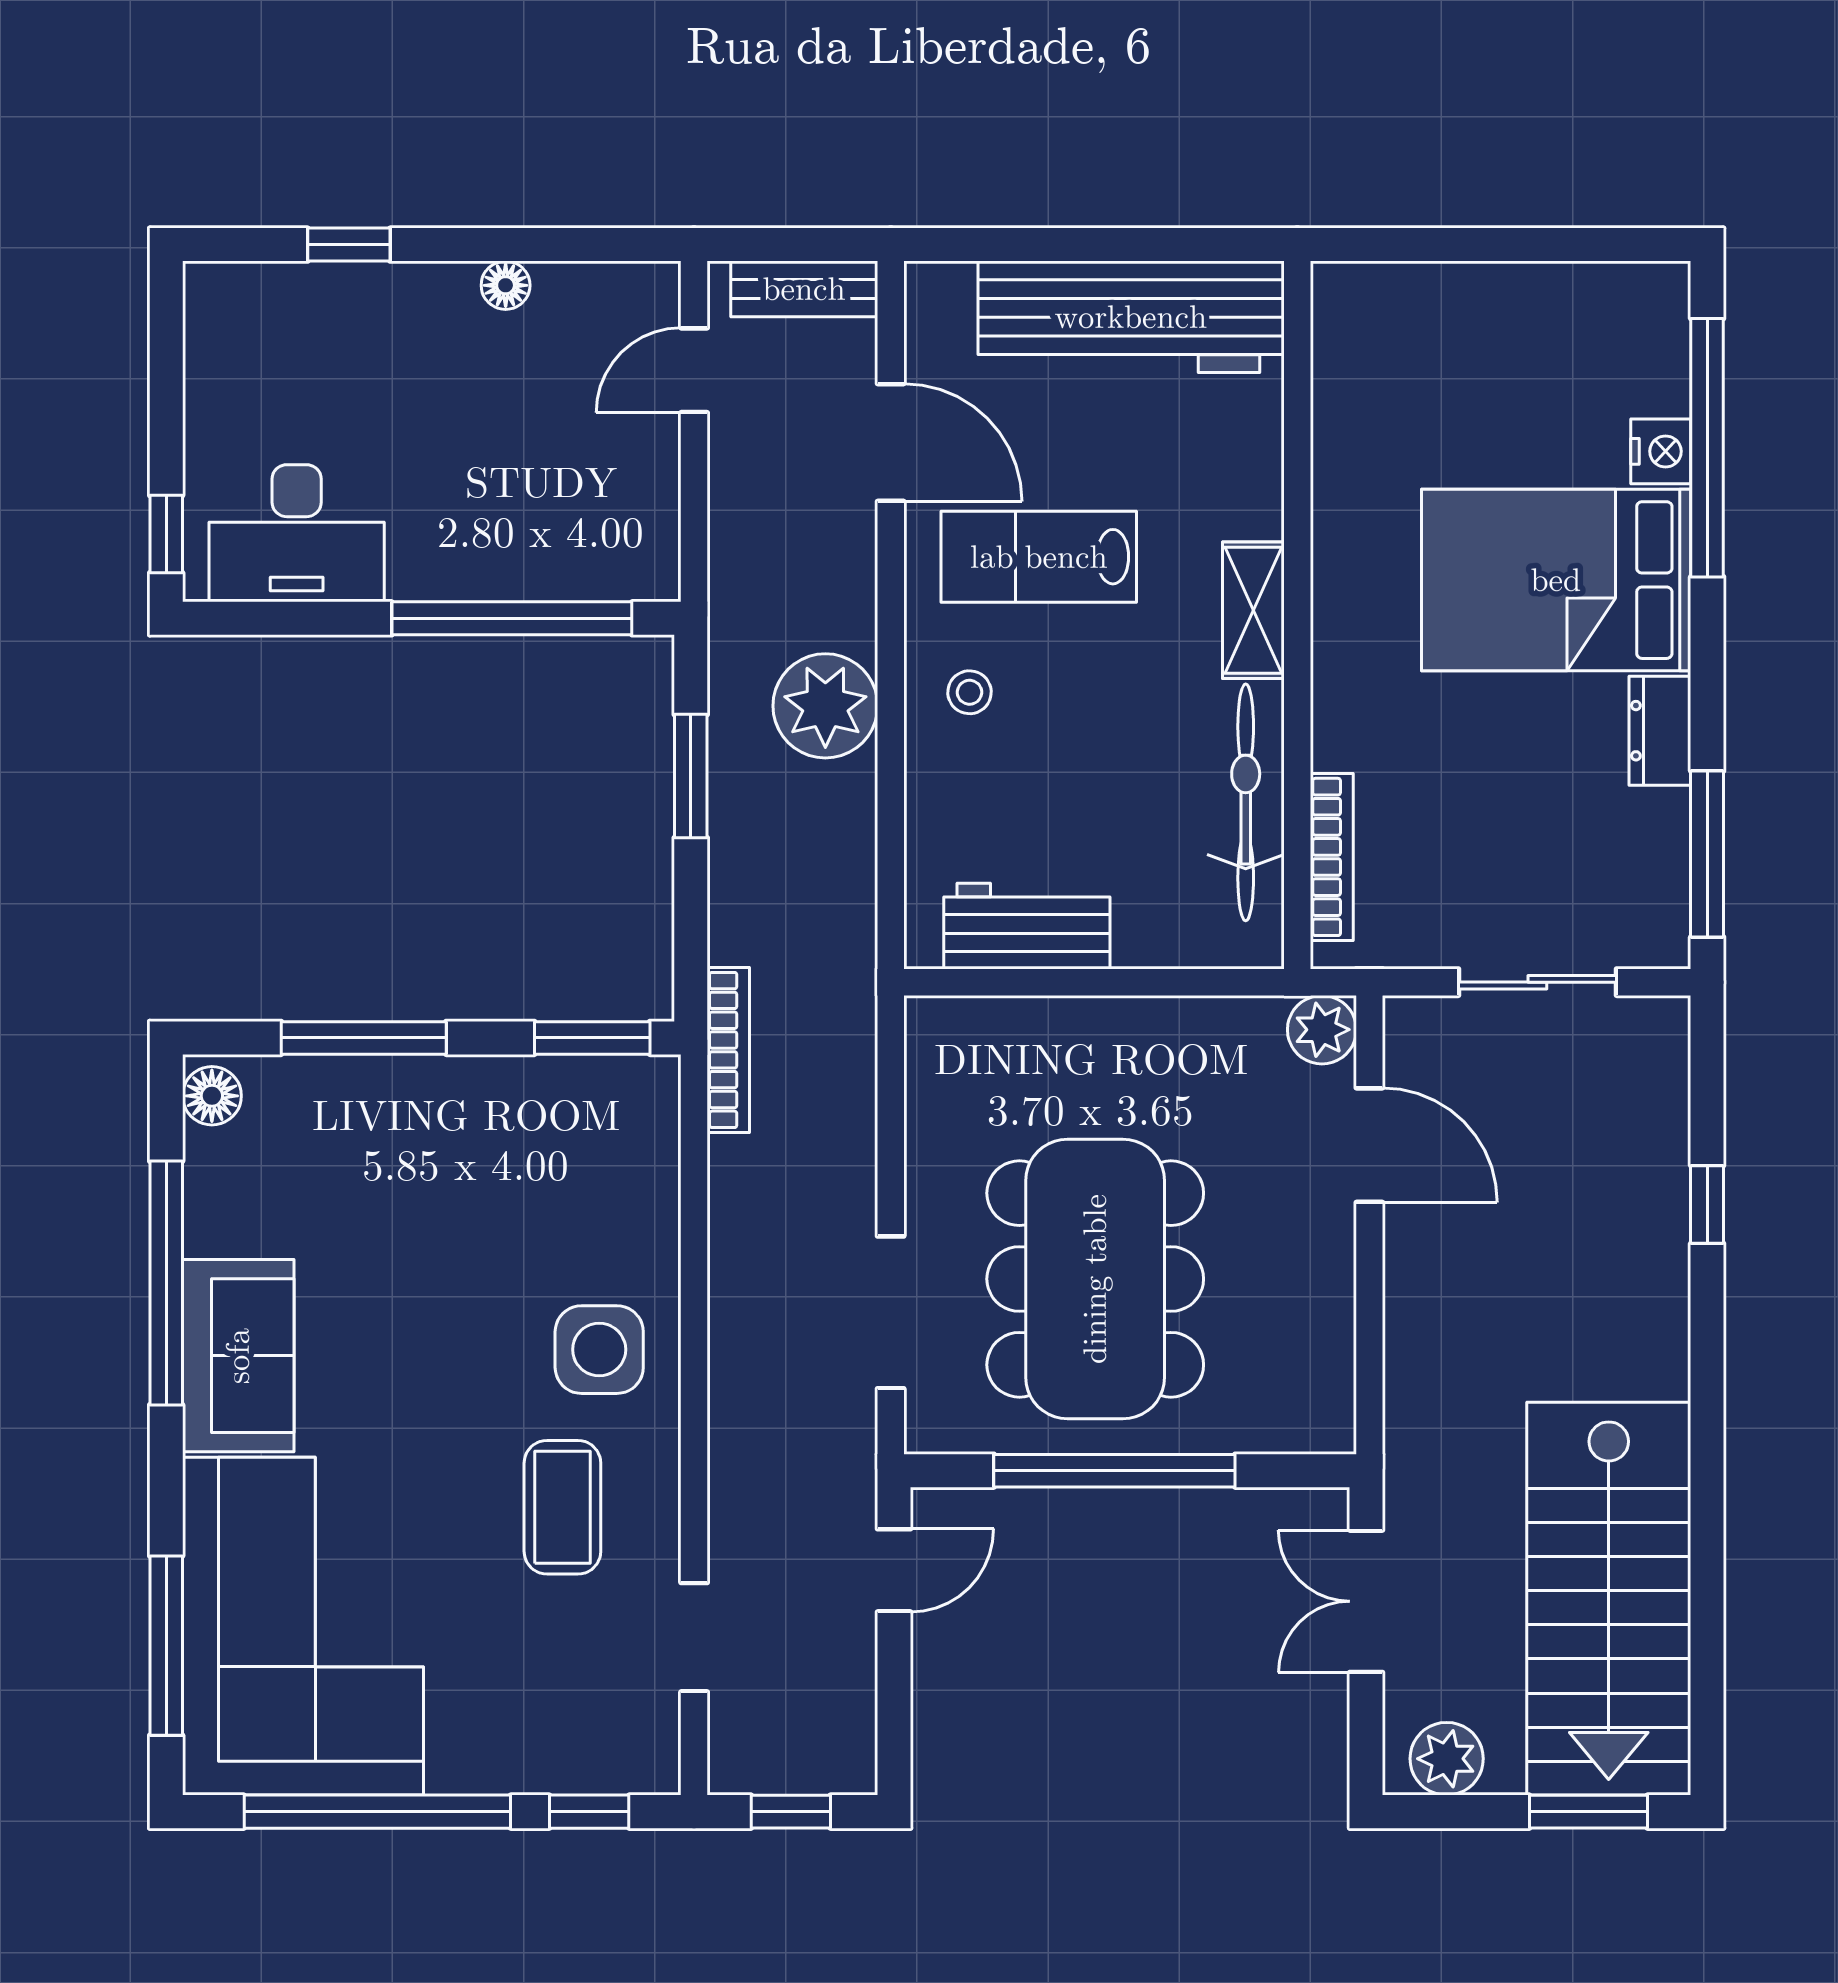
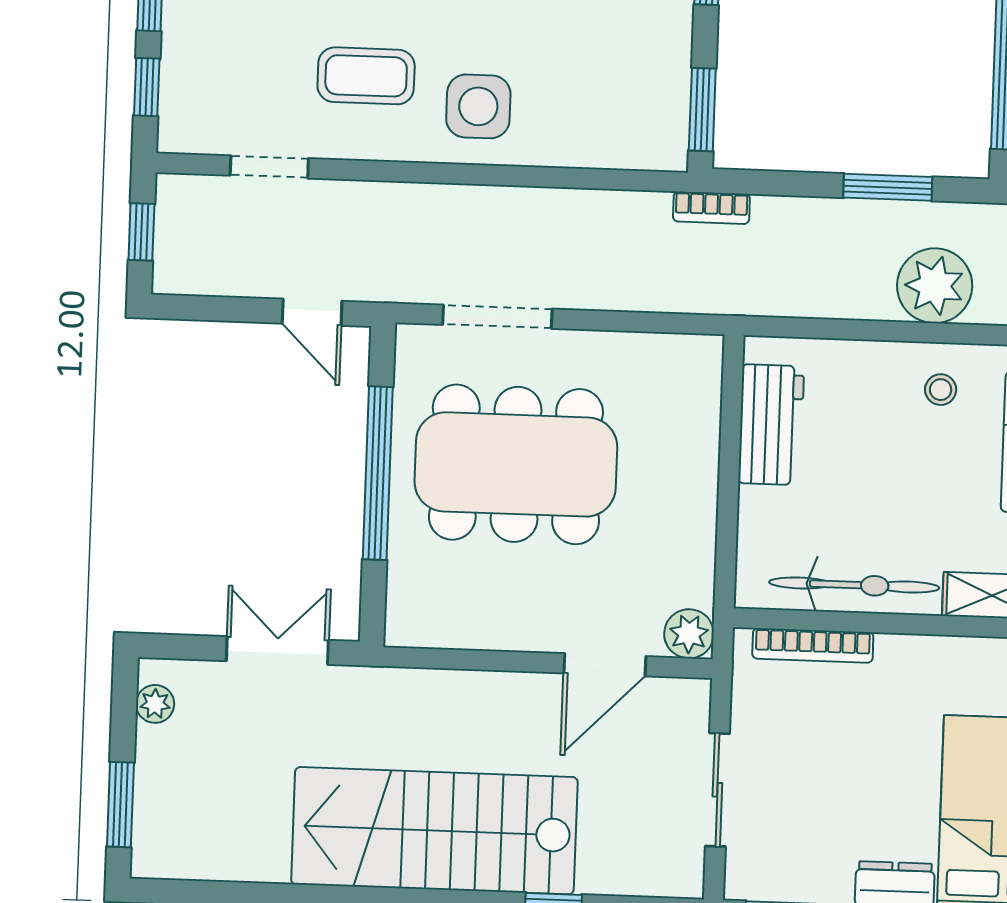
bookcase: (728, 1050) -> (711, 208), width x0.64
stairs: (1609, 1599) -> (434, 831), moved
plant: (1447, 1759) -> (155, 704), width x0.73, depth x0.73

